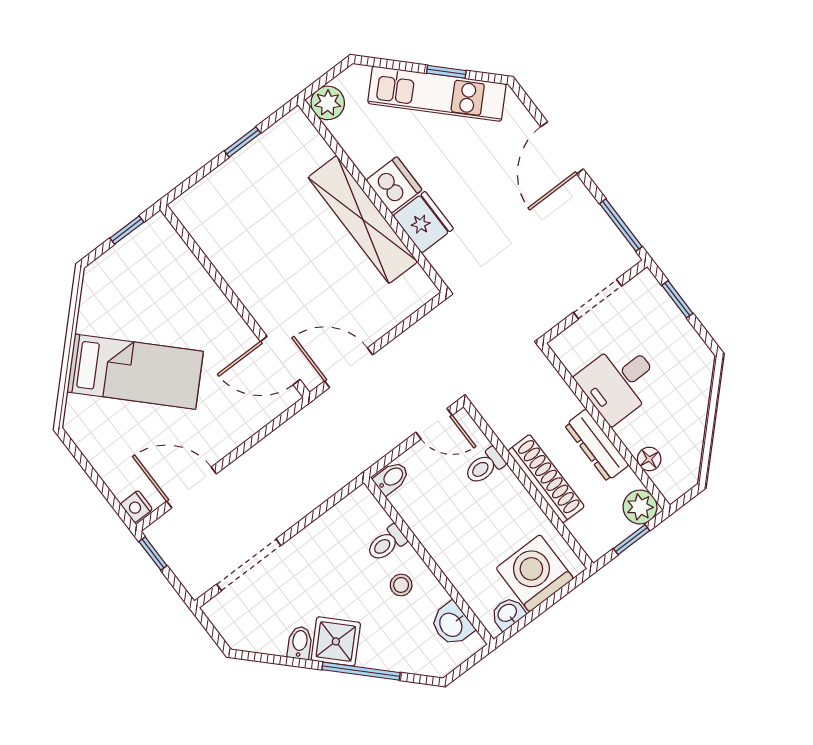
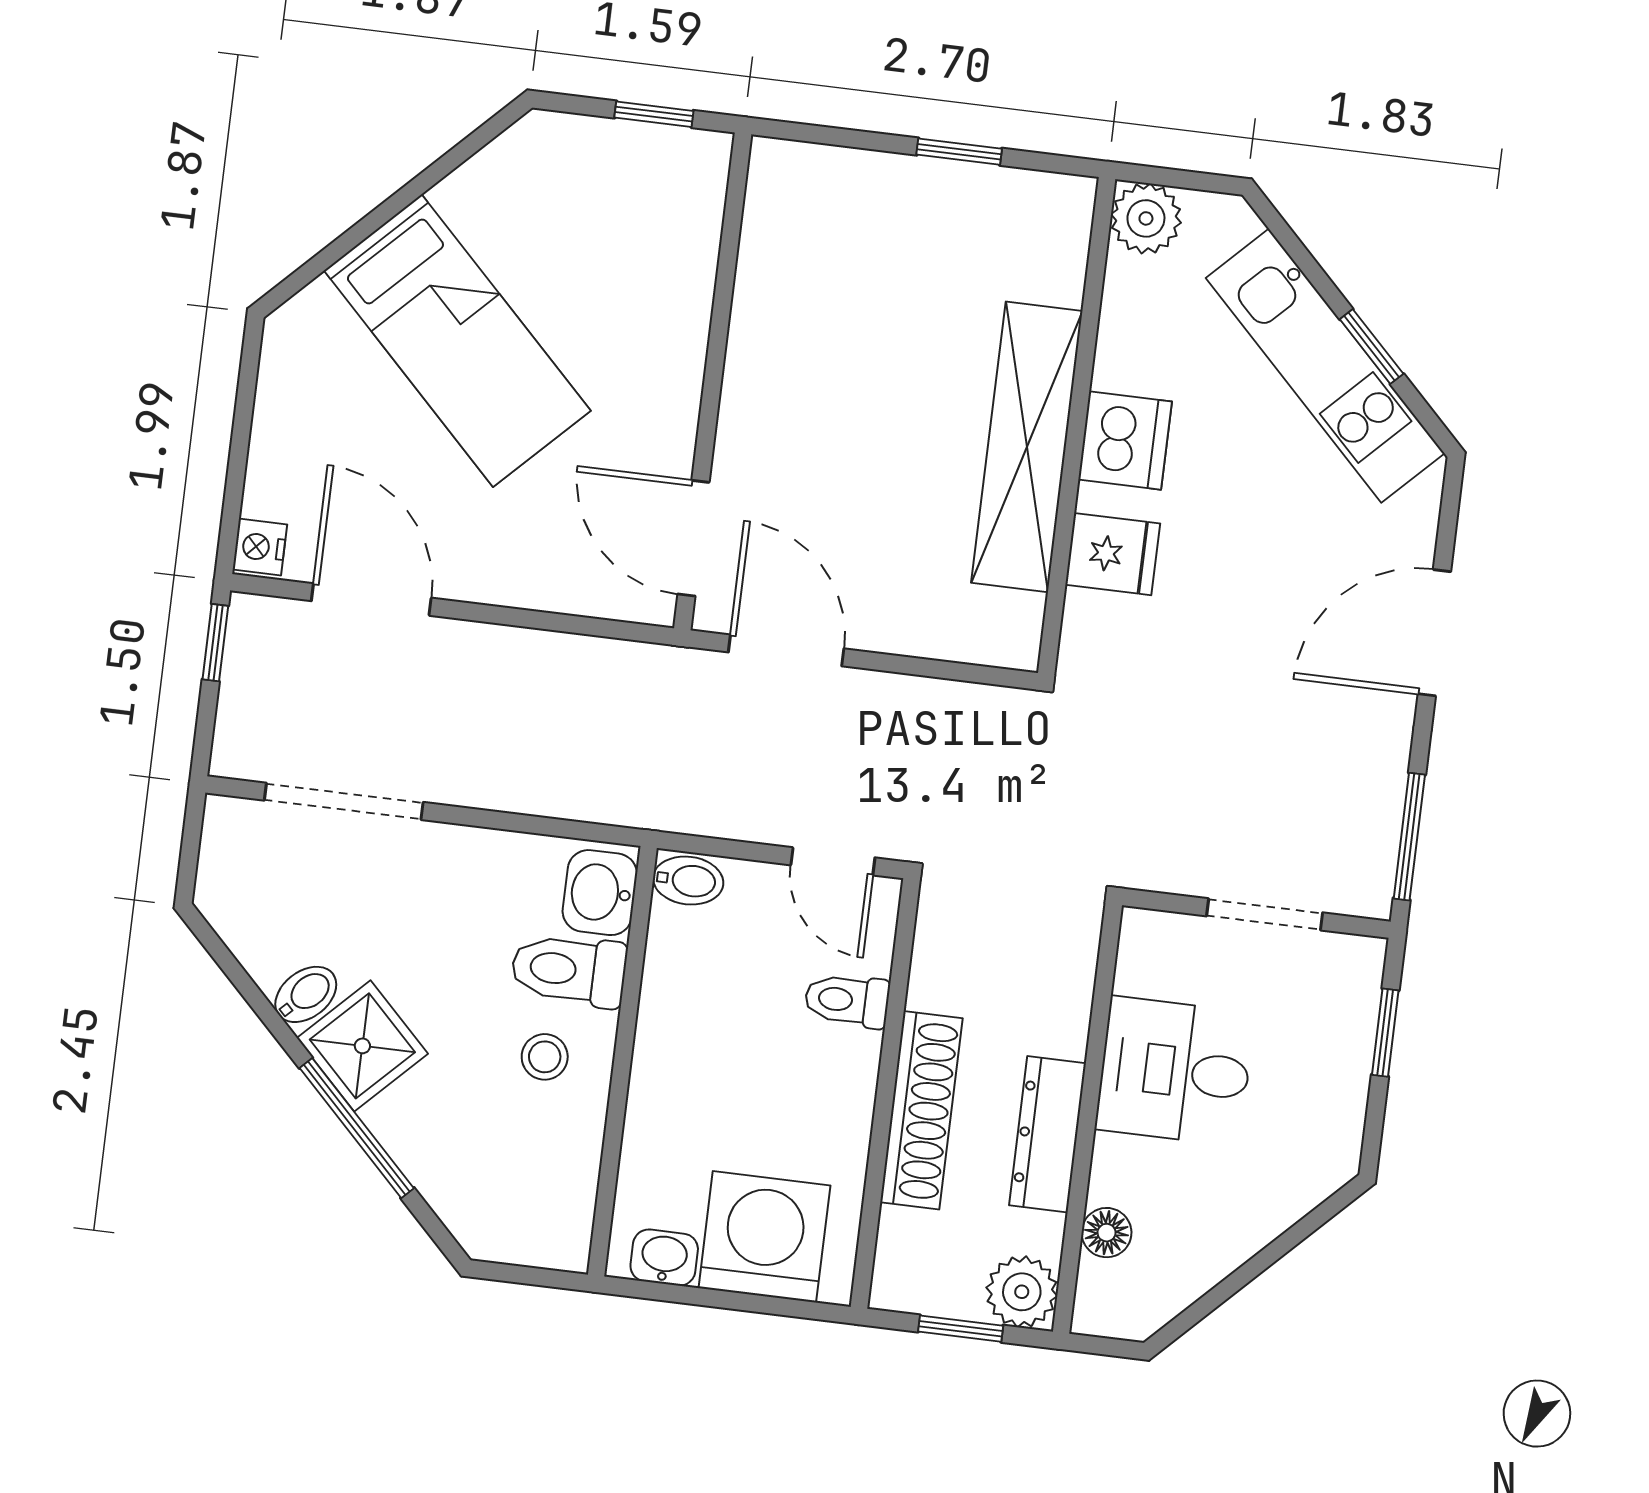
fridge: (423, 222) -> (1113, 554), width x0.72
toilet: (386, 543) -> (569, 970), width x1.37, depth x1.39
washbasin: (452, 624) -> (600, 893), moved

